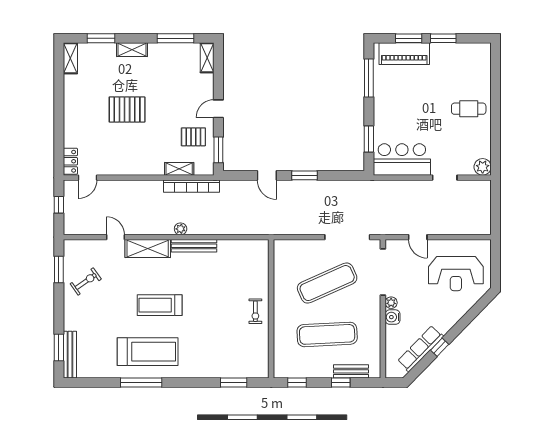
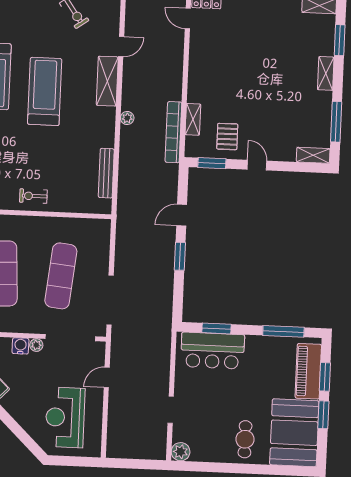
booth: (461, 64) -> (294, 433), added
pallet: (127, 109) -> (260, 65), removed
bar counter: (402, 159) -> (213, 351), moved, turned 90
bench: (194, 246) -> (106, 173), moved
exercise mat: (327, 283) -> (61, 276), turned 30
treadmill: (160, 305) -> (45, 91), width x1.37, depth x1.38

